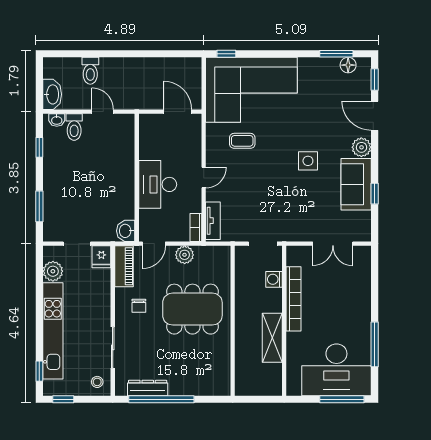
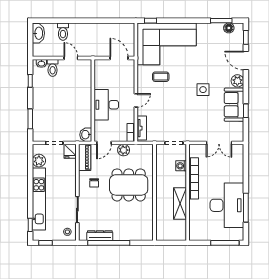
washbasin: (52, 94) -> (38, 33), moved
desk: (336, 370) -> (227, 205), moved, turned -90

